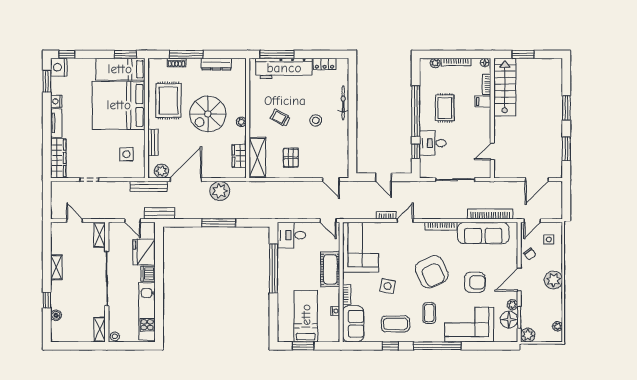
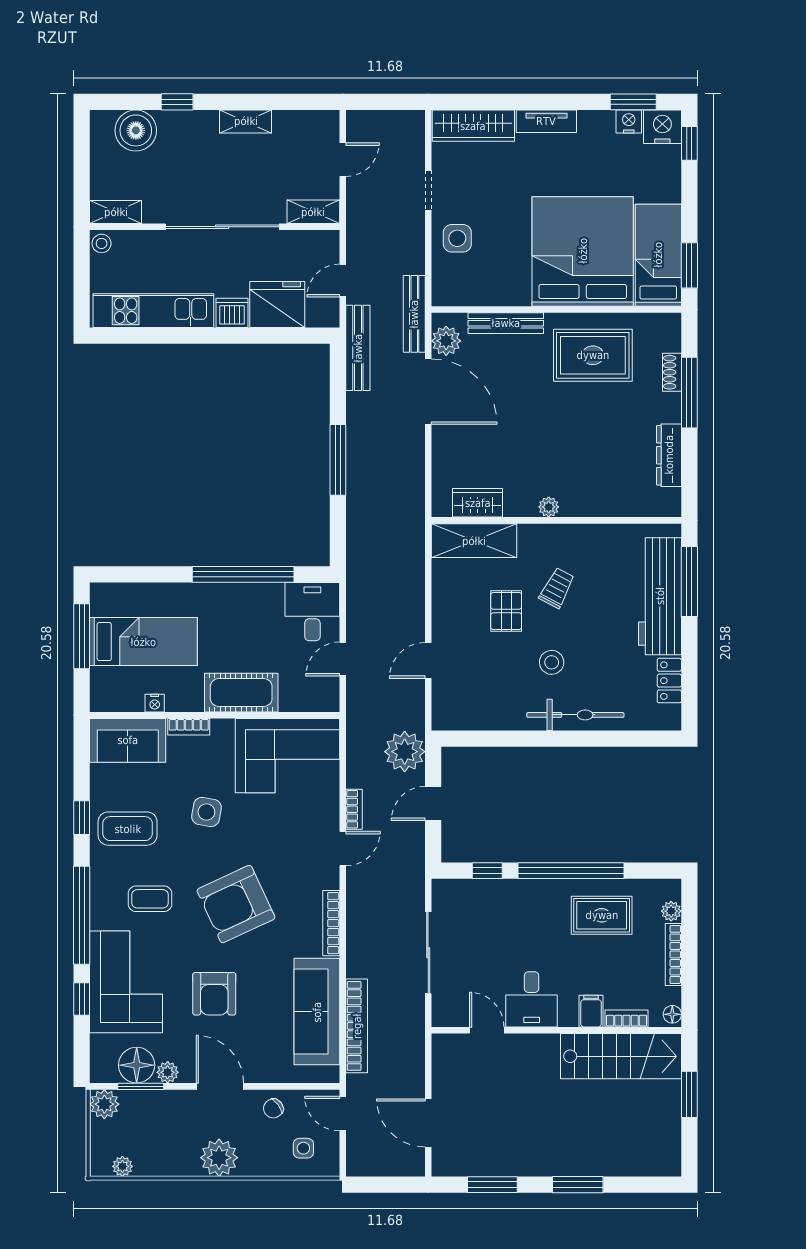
nightstand: (56, 101) -> (629, 121), moved
bicycle: (343, 103) -> (575, 715), width x1.37, depth x1.40
rug: (445, 108) -> (602, 915), moved
spiral stairs: (208, 114) -> (565, 437), removed
bench: (153, 142) -> (506, 323), width x1.36
desk: (433, 143) -> (532, 999), moved, turned 180
side table: (126, 154) -> (457, 238), moved
pallet: (291, 158) -> (506, 611), moved, turned 90
door: (331, 180) -> (428, 660), moved
plant: (220, 191) -> (405, 752), moved
bench: (159, 213) -> (358, 348), width x1.36
door: (328, 221) -> (343, 659), moved
door: (405, 221) -> (343, 849), hinge flipped
boiler: (56, 315) -> (136, 130), width x1.86, depth x1.86
coffee table: (395, 324) -> (128, 829), turned 90
window: (303, 346) -> (82, 636), width x1.44
window: (477, 346) -> (82, 999), added

